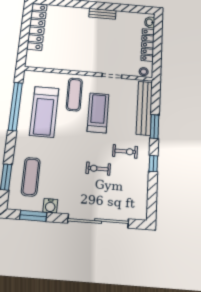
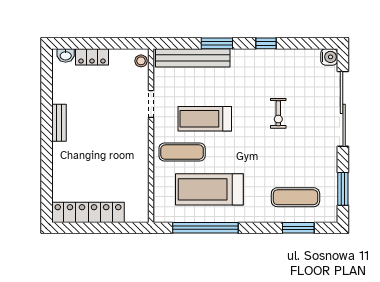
locker: (148, 45) -> (92, 57), width x0.66
treadmill: (44, 112) -> (209, 189), turned 180
exercise bike: (125, 151) -> (253, 80), removed
water cooler: (50, 206) -> (329, 57), moved

